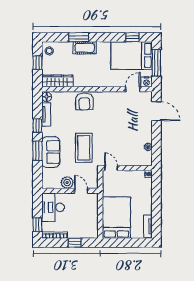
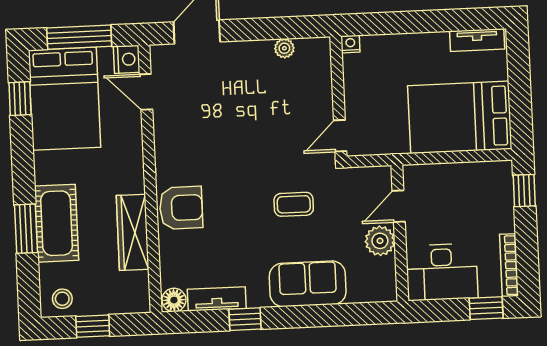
cot: (85, 48) -> (57, 223), width x1.37, depth x1.34
wardrobe: (57, 81) -> (133, 232), moved
coffee table: (84, 148) -> (294, 204), width x0.54, depth x0.58
window: (37, 151) -> (306, 316), removed
window: (75, 243) -> (524, 191), moved

